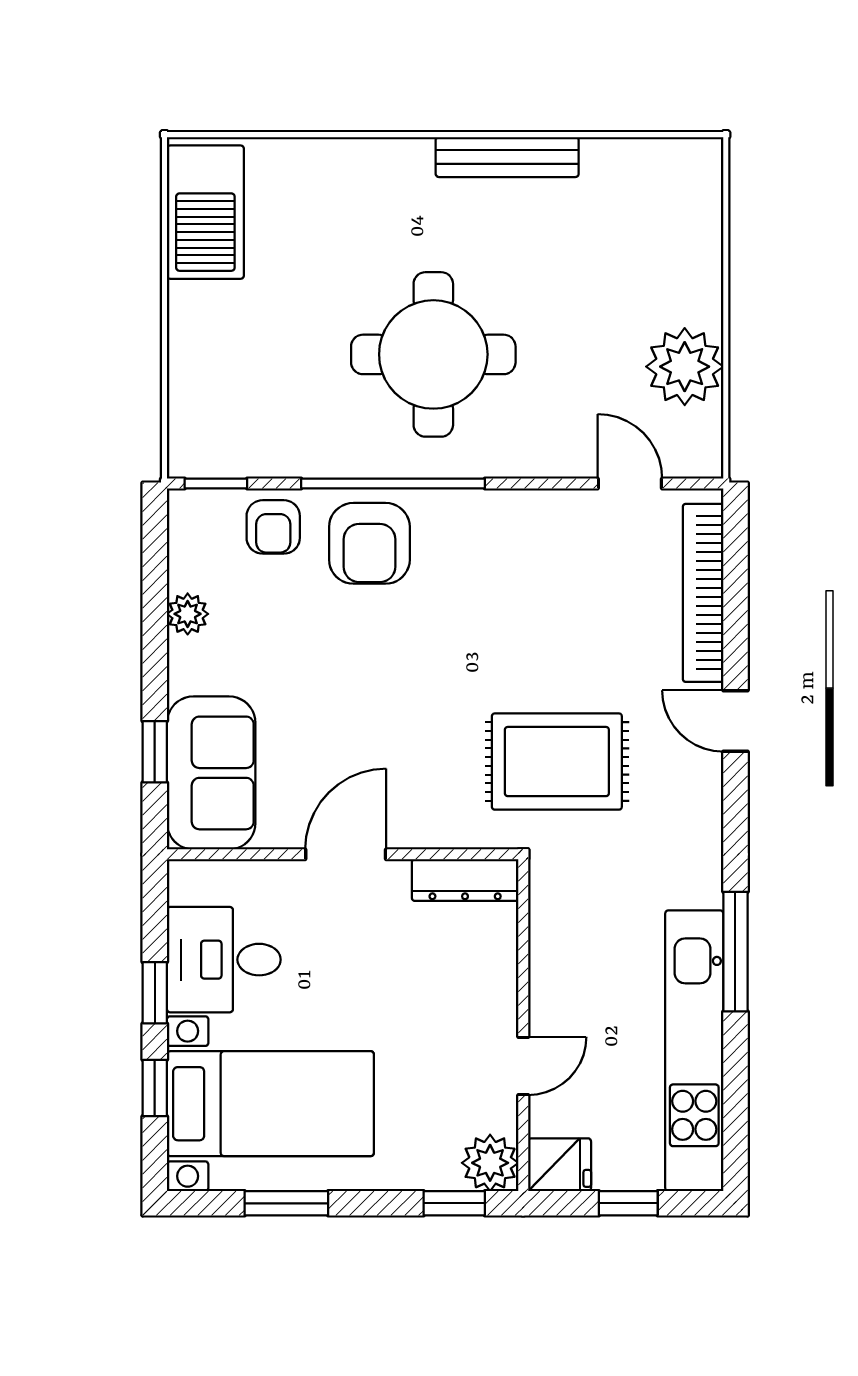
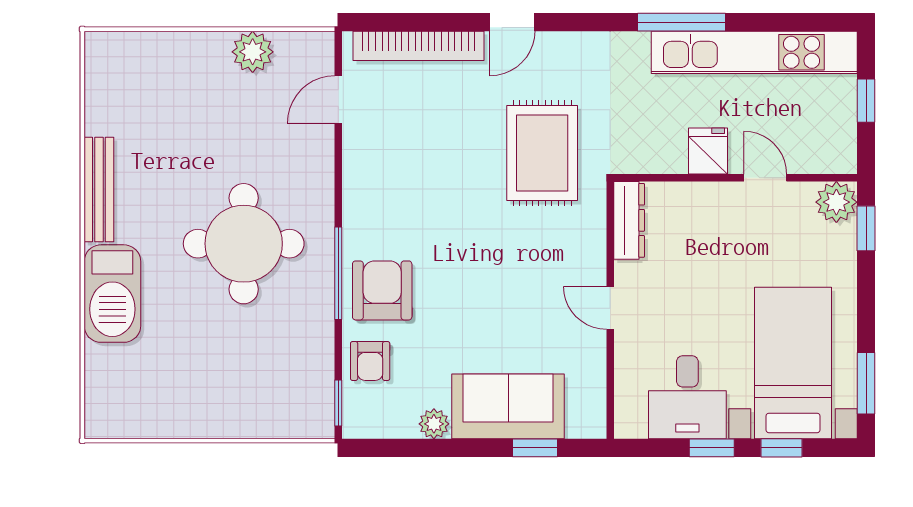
barbecue: (205, 212) -> (112, 294), moved, turned 90
plant: (685, 367) -> (253, 52), width x0.73, depth x0.73
window: (393, 483) -> (338, 273), width x0.68
armchair: (273, 527) -> (370, 361), turned 90
armchair: (369, 543) -> (382, 290), turned -90
sofa: (211, 773) -> (508, 406), moved
door: (346, 854) -> (610, 308), width x0.73
fridge: (560, 1165) -> (708, 151), moved
window: (286, 1203) -> (866, 383), moved

